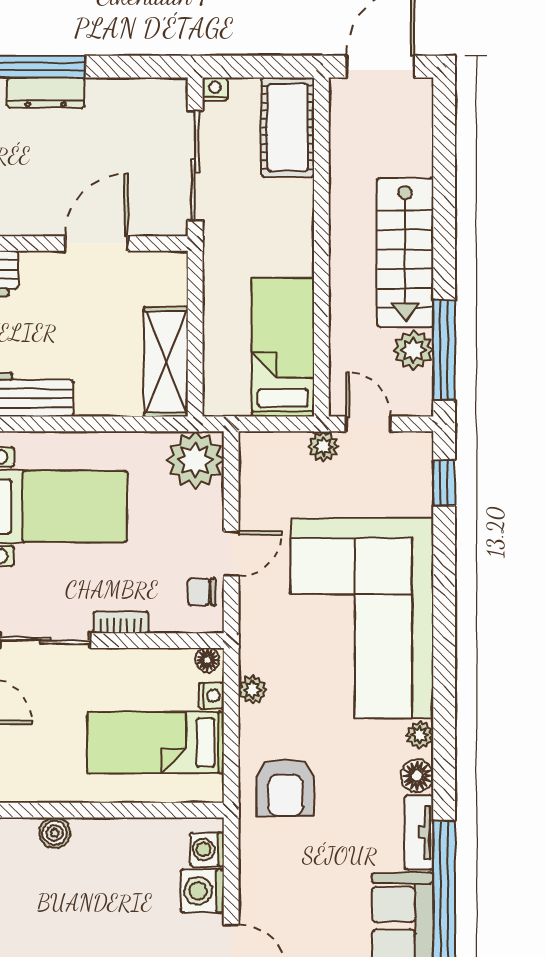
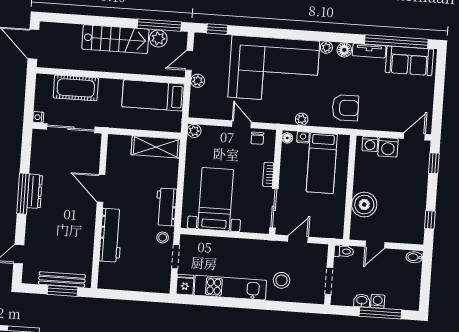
cot: (288, 127) -> (76, 88), moved
door: (97, 243) -> (101, 188), moved
plant: (195, 460) -> (194, 131), width x0.53, depth x0.53
boiler: (55, 833) -> (364, 205), width x1.86, depth x1.86

